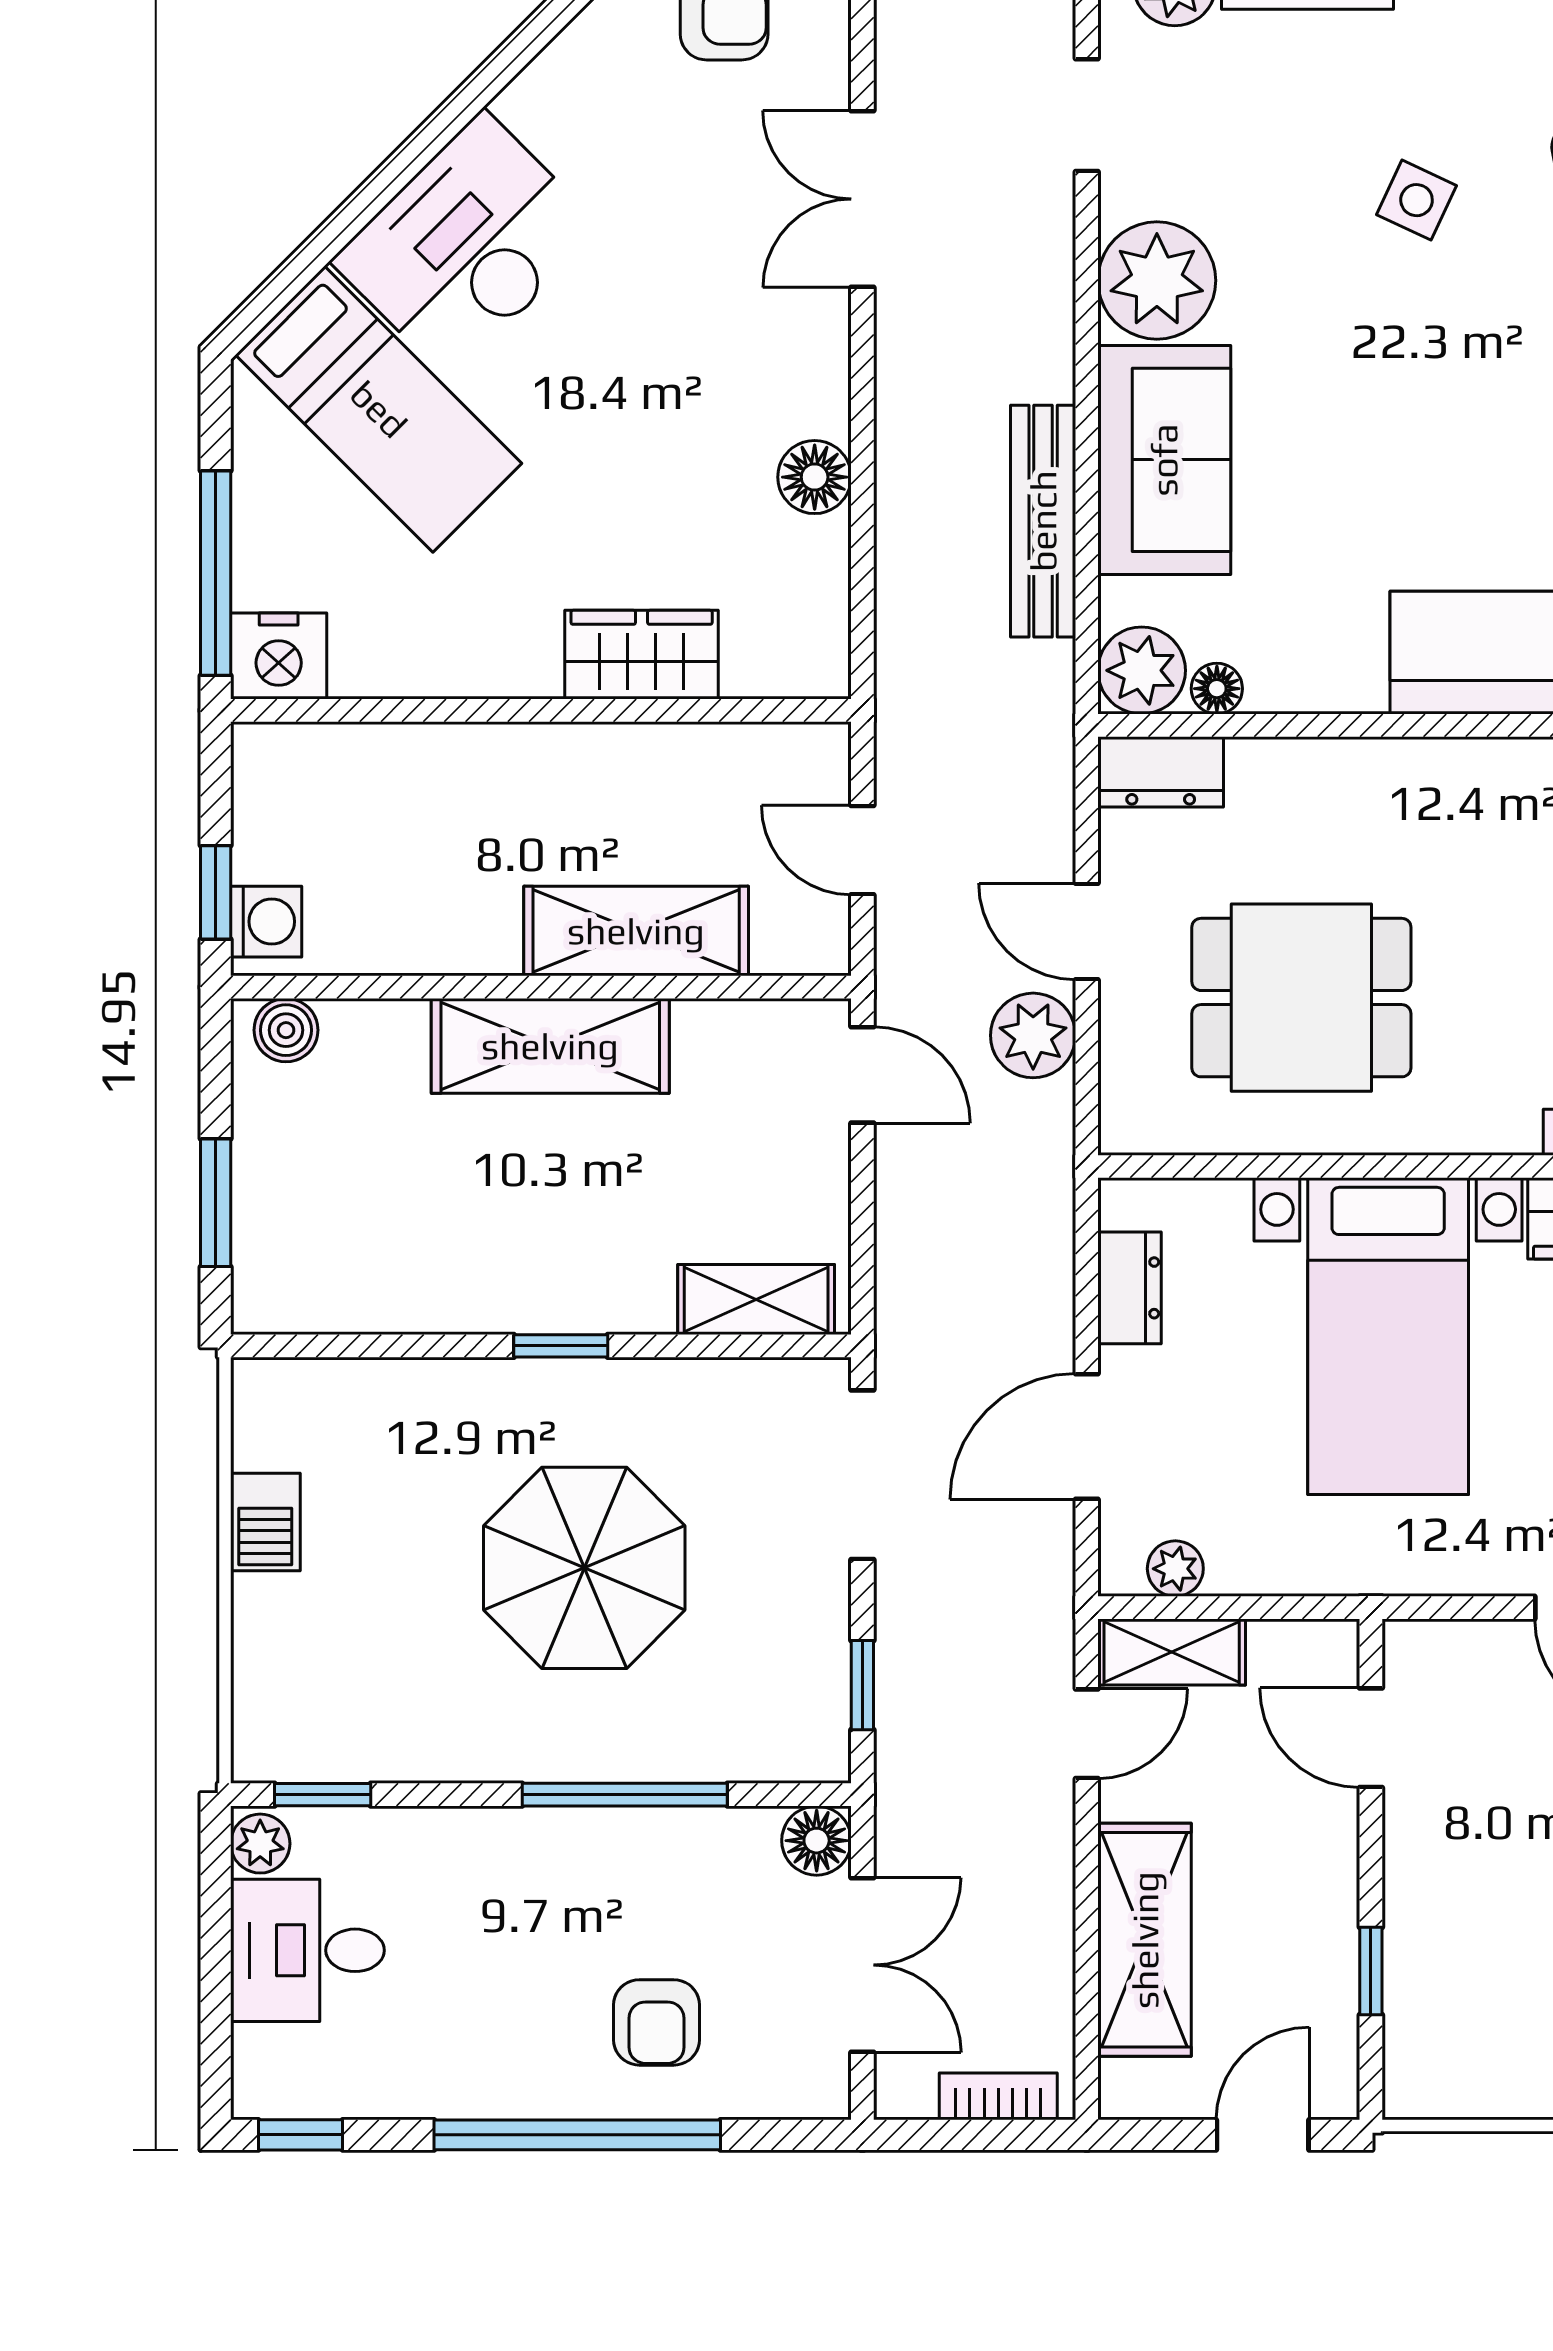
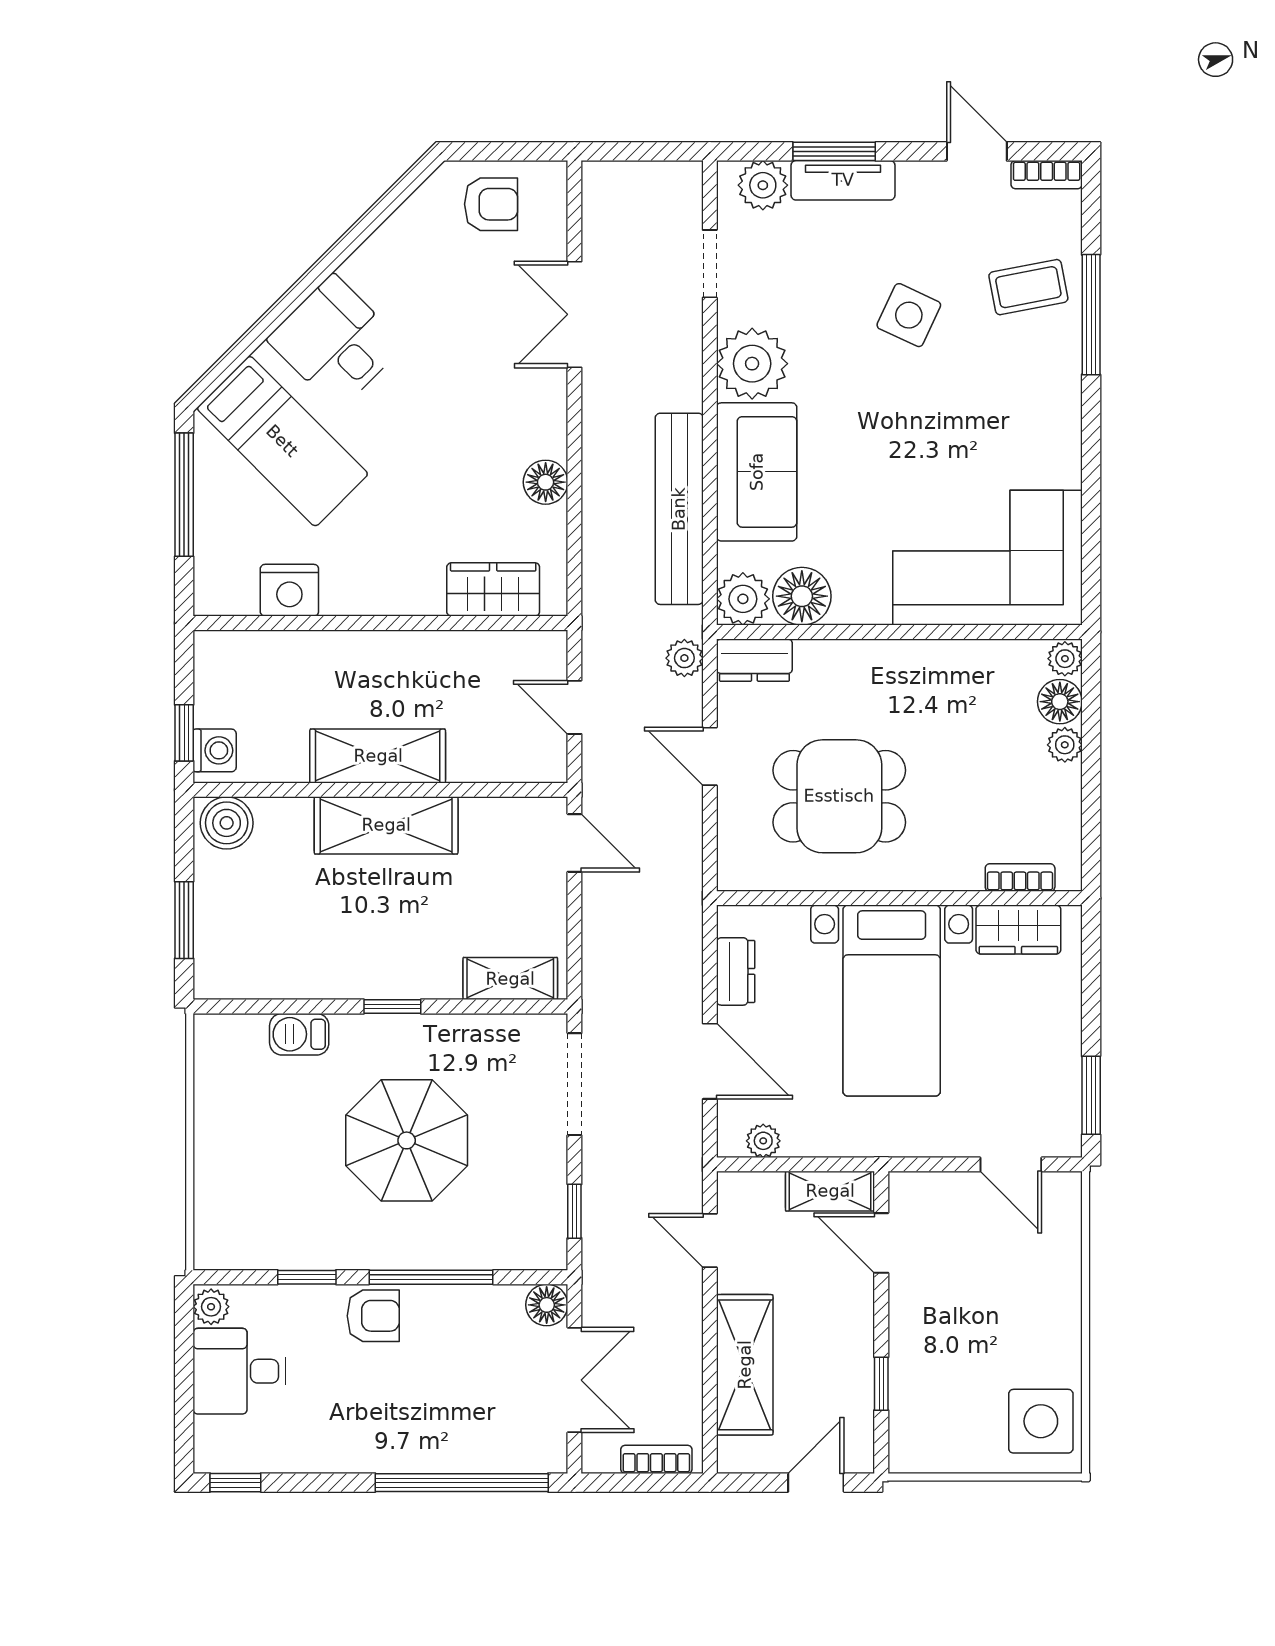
side table: (1417, 200) -> (909, 315), width x1.37, depth x1.37
desk: (467, 245) -> (336, 342), width x0.73
bench: (1043, 521) -> (679, 509), width x1.37, depth x1.21
window: (216, 573) -> (184, 495), moved
wardrobe: (642, 655) -> (493, 589), moved
nightstand: (279, 656) -> (289, 590), moved
floor lamp: (1217, 689) -> (802, 596), width x1.89, depth x1.89
shelving: (636, 931) -> (378, 756), moved
boiler: (286, 1030) -> (227, 823), width x1.36, depth x1.36
plant: (1033, 1035) -> (684, 658), moved, width x0.73, depth x0.73
door: (1087, 1437) -> (710, 1061), swing flipped
barbecue: (265, 1522) -> (299, 1034), moved, turned 90
shelving: (1172, 1652) -> (830, 1191), moved
door: (1087, 1734) -> (710, 1240), swing flipped
window: (323, 1795) -> (307, 1277), moved
armchair: (657, 2022) -> (373, 1316), moved, turned -90
window: (577, 2135) -> (462, 1483), moved

